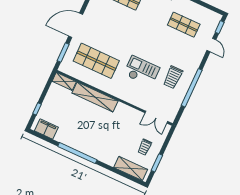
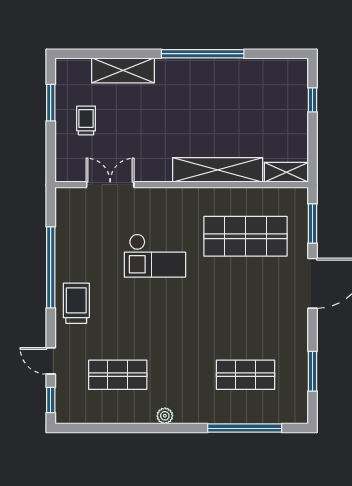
trolley: (173, 77) -> (76, 303), moved
double door: (156, 117) -> (110, 185), moved
filing cabinet: (46, 129) -> (279, 71), removed
shelving: (131, 168) -> (123, 70), moved

